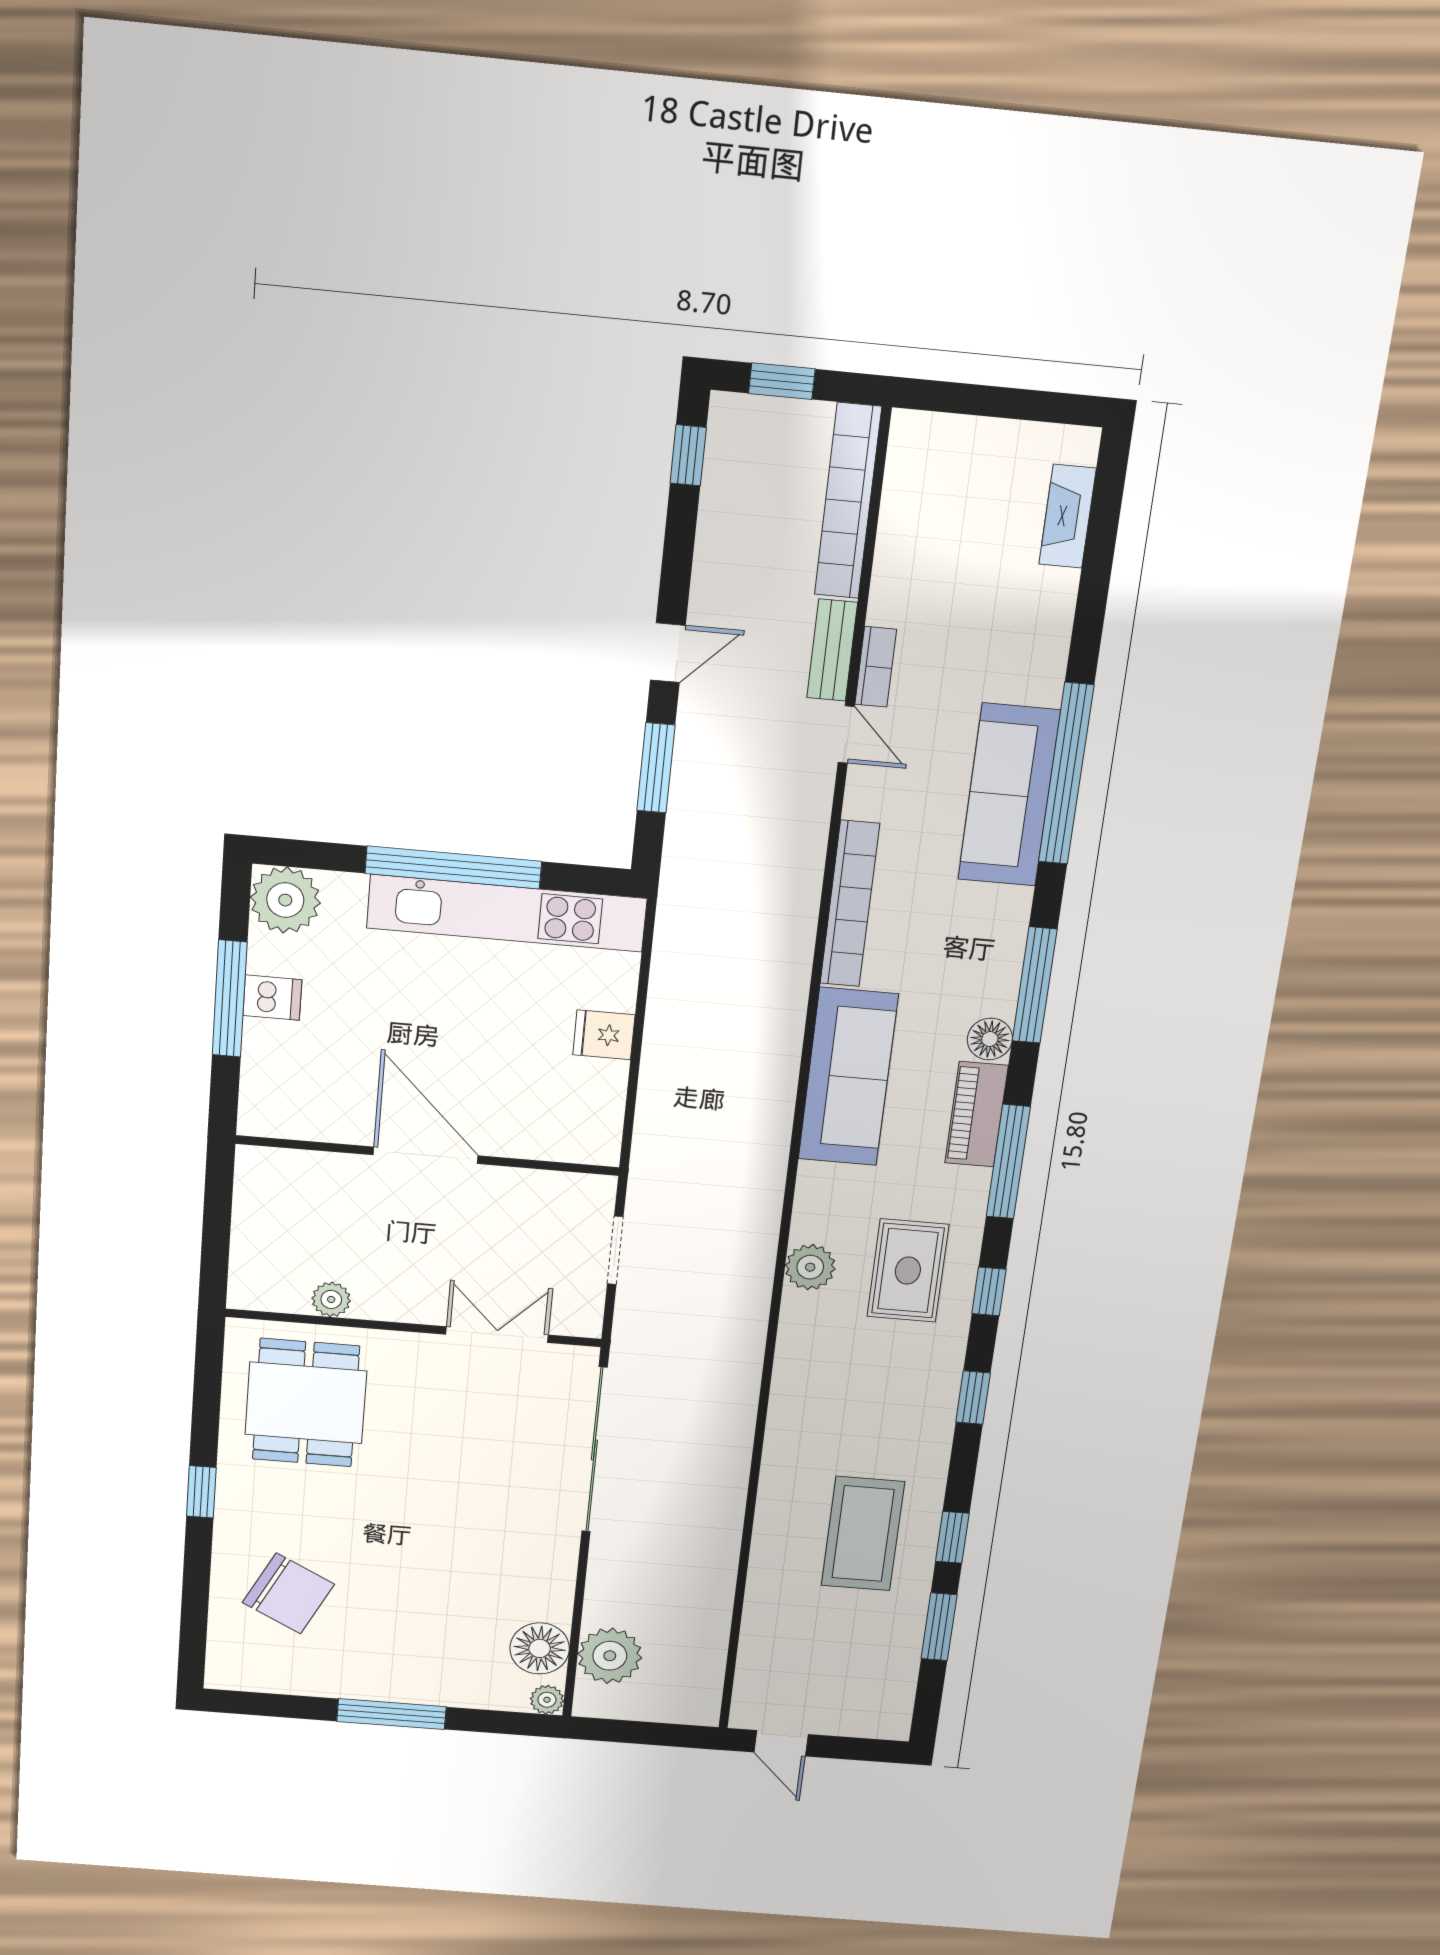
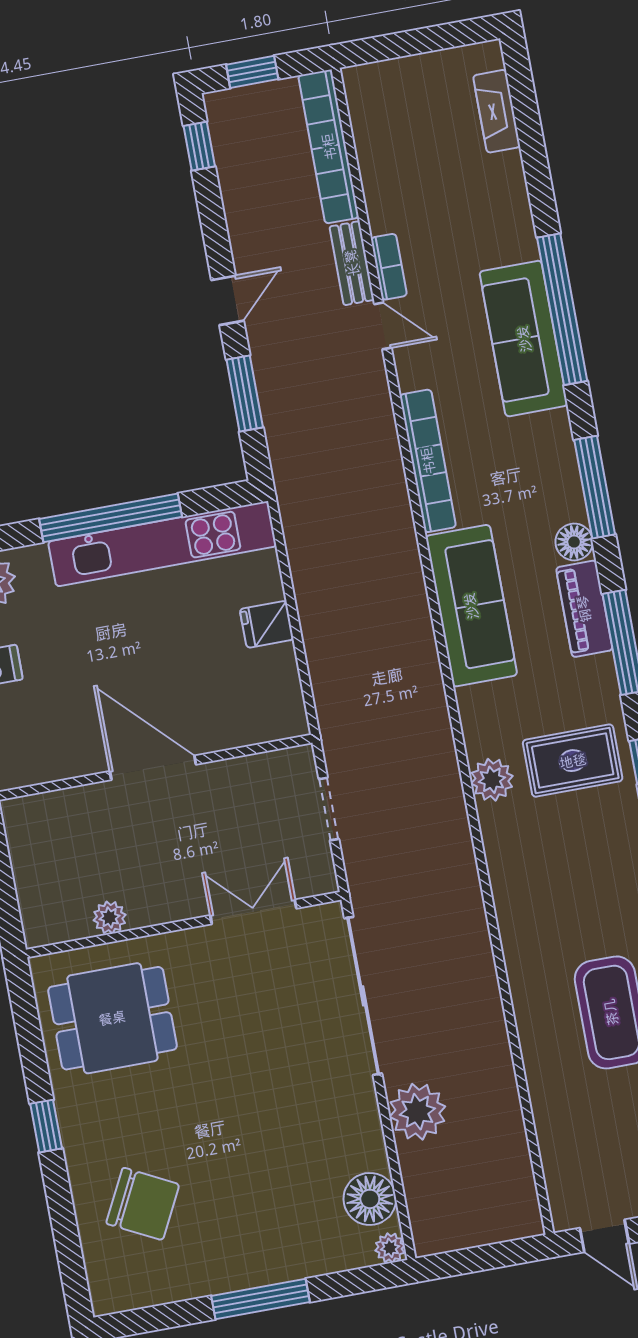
rug: (908, 1271) -> (573, 761), turned 90
dining table: (306, 1403) -> (112, 1018), turned 90
plant: (610, 1656) -> (417, 1112), moved

